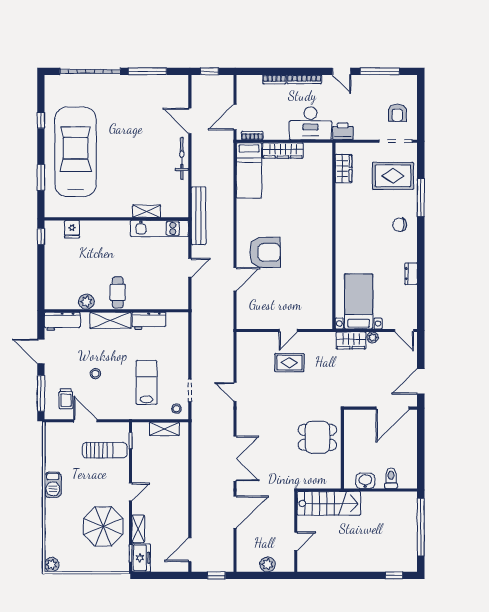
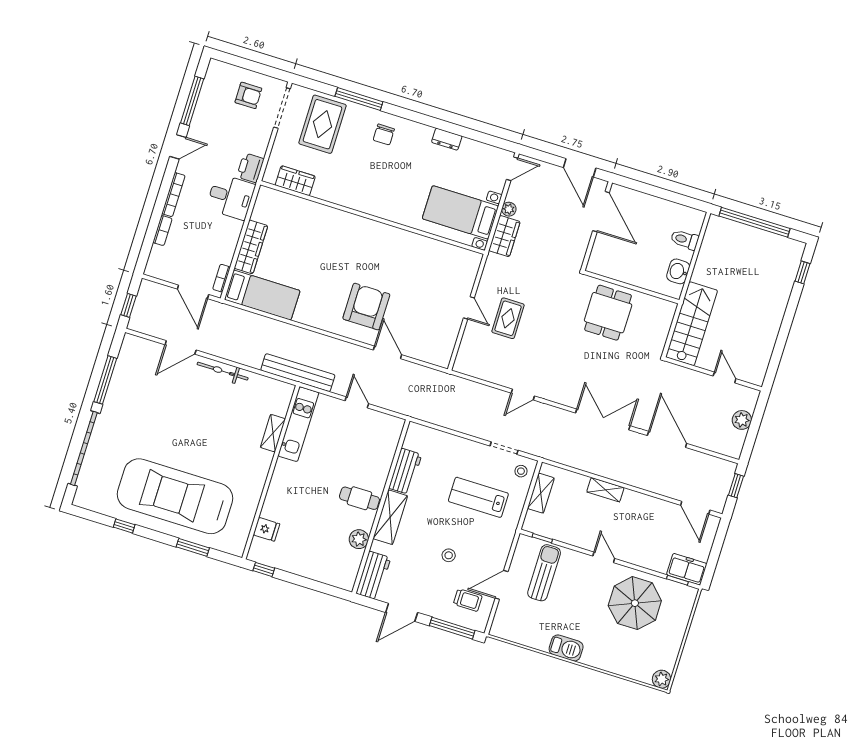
desk: (310, 123) -> (231, 197), width x0.73
shelving: (138, 529) -> (605, 490), moved

